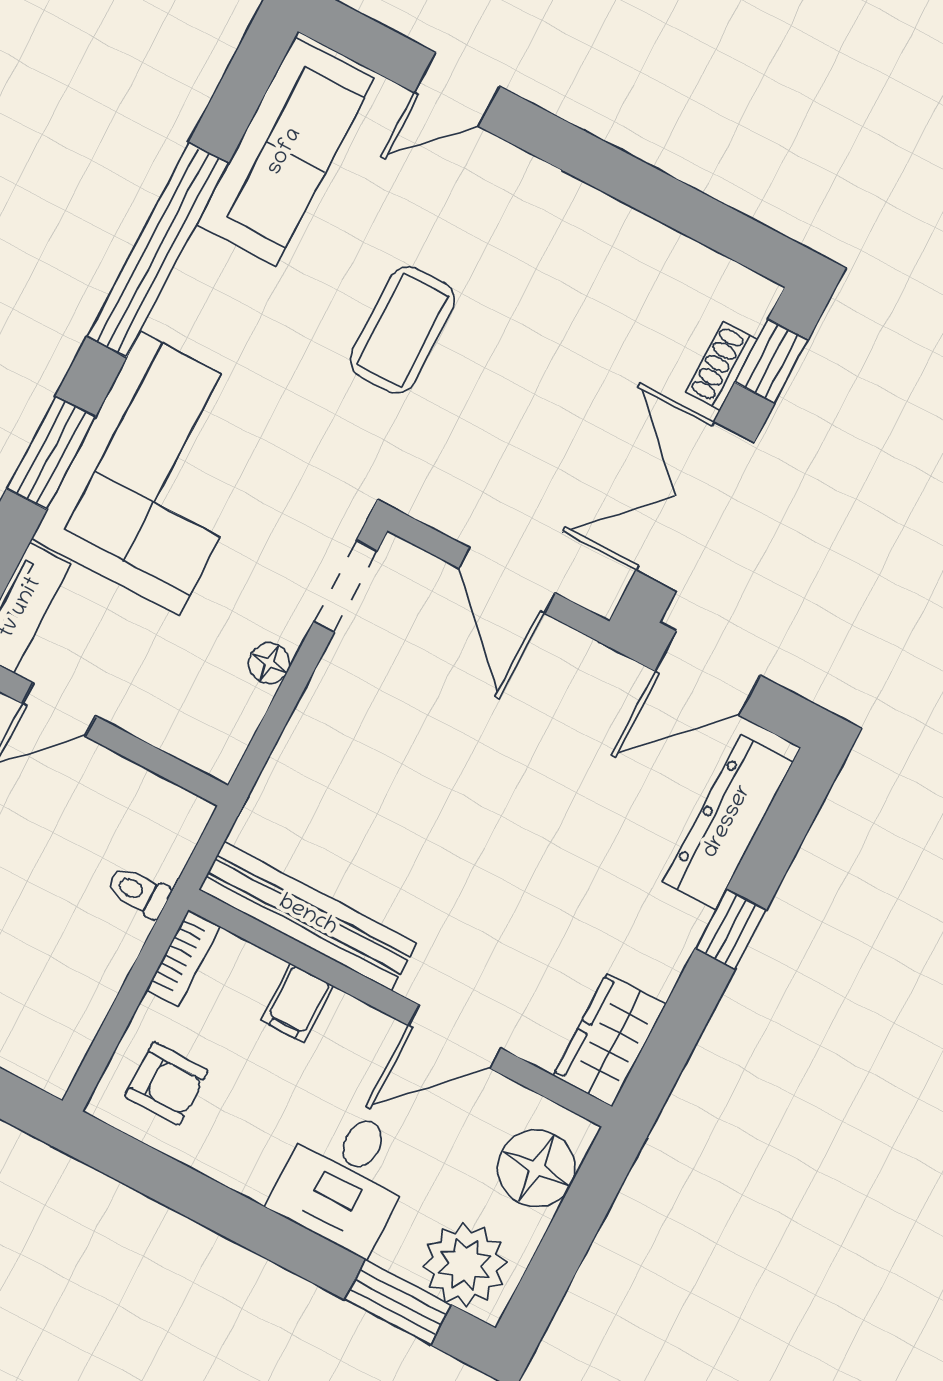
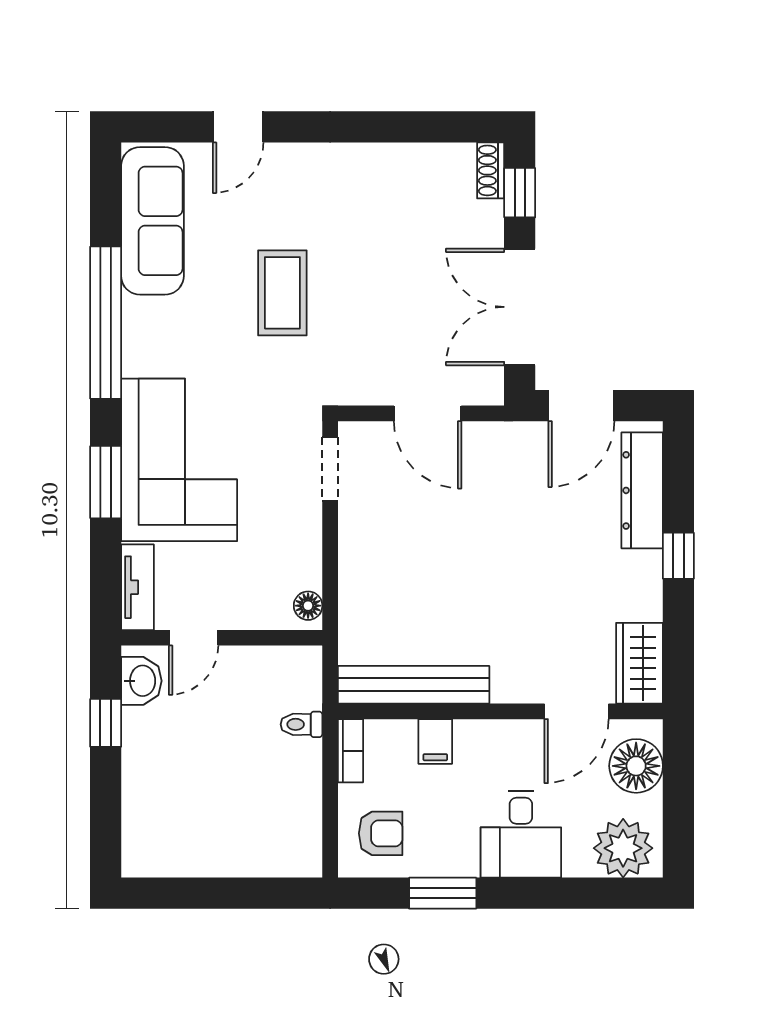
shoe rack: (722, 366) -> (491, 170), moved
floor lamp: (269, 663) -> (308, 606), moved
door: (455, 1037) -> (576, 711), moved
window: (398, 1302) -> (443, 893), moved

